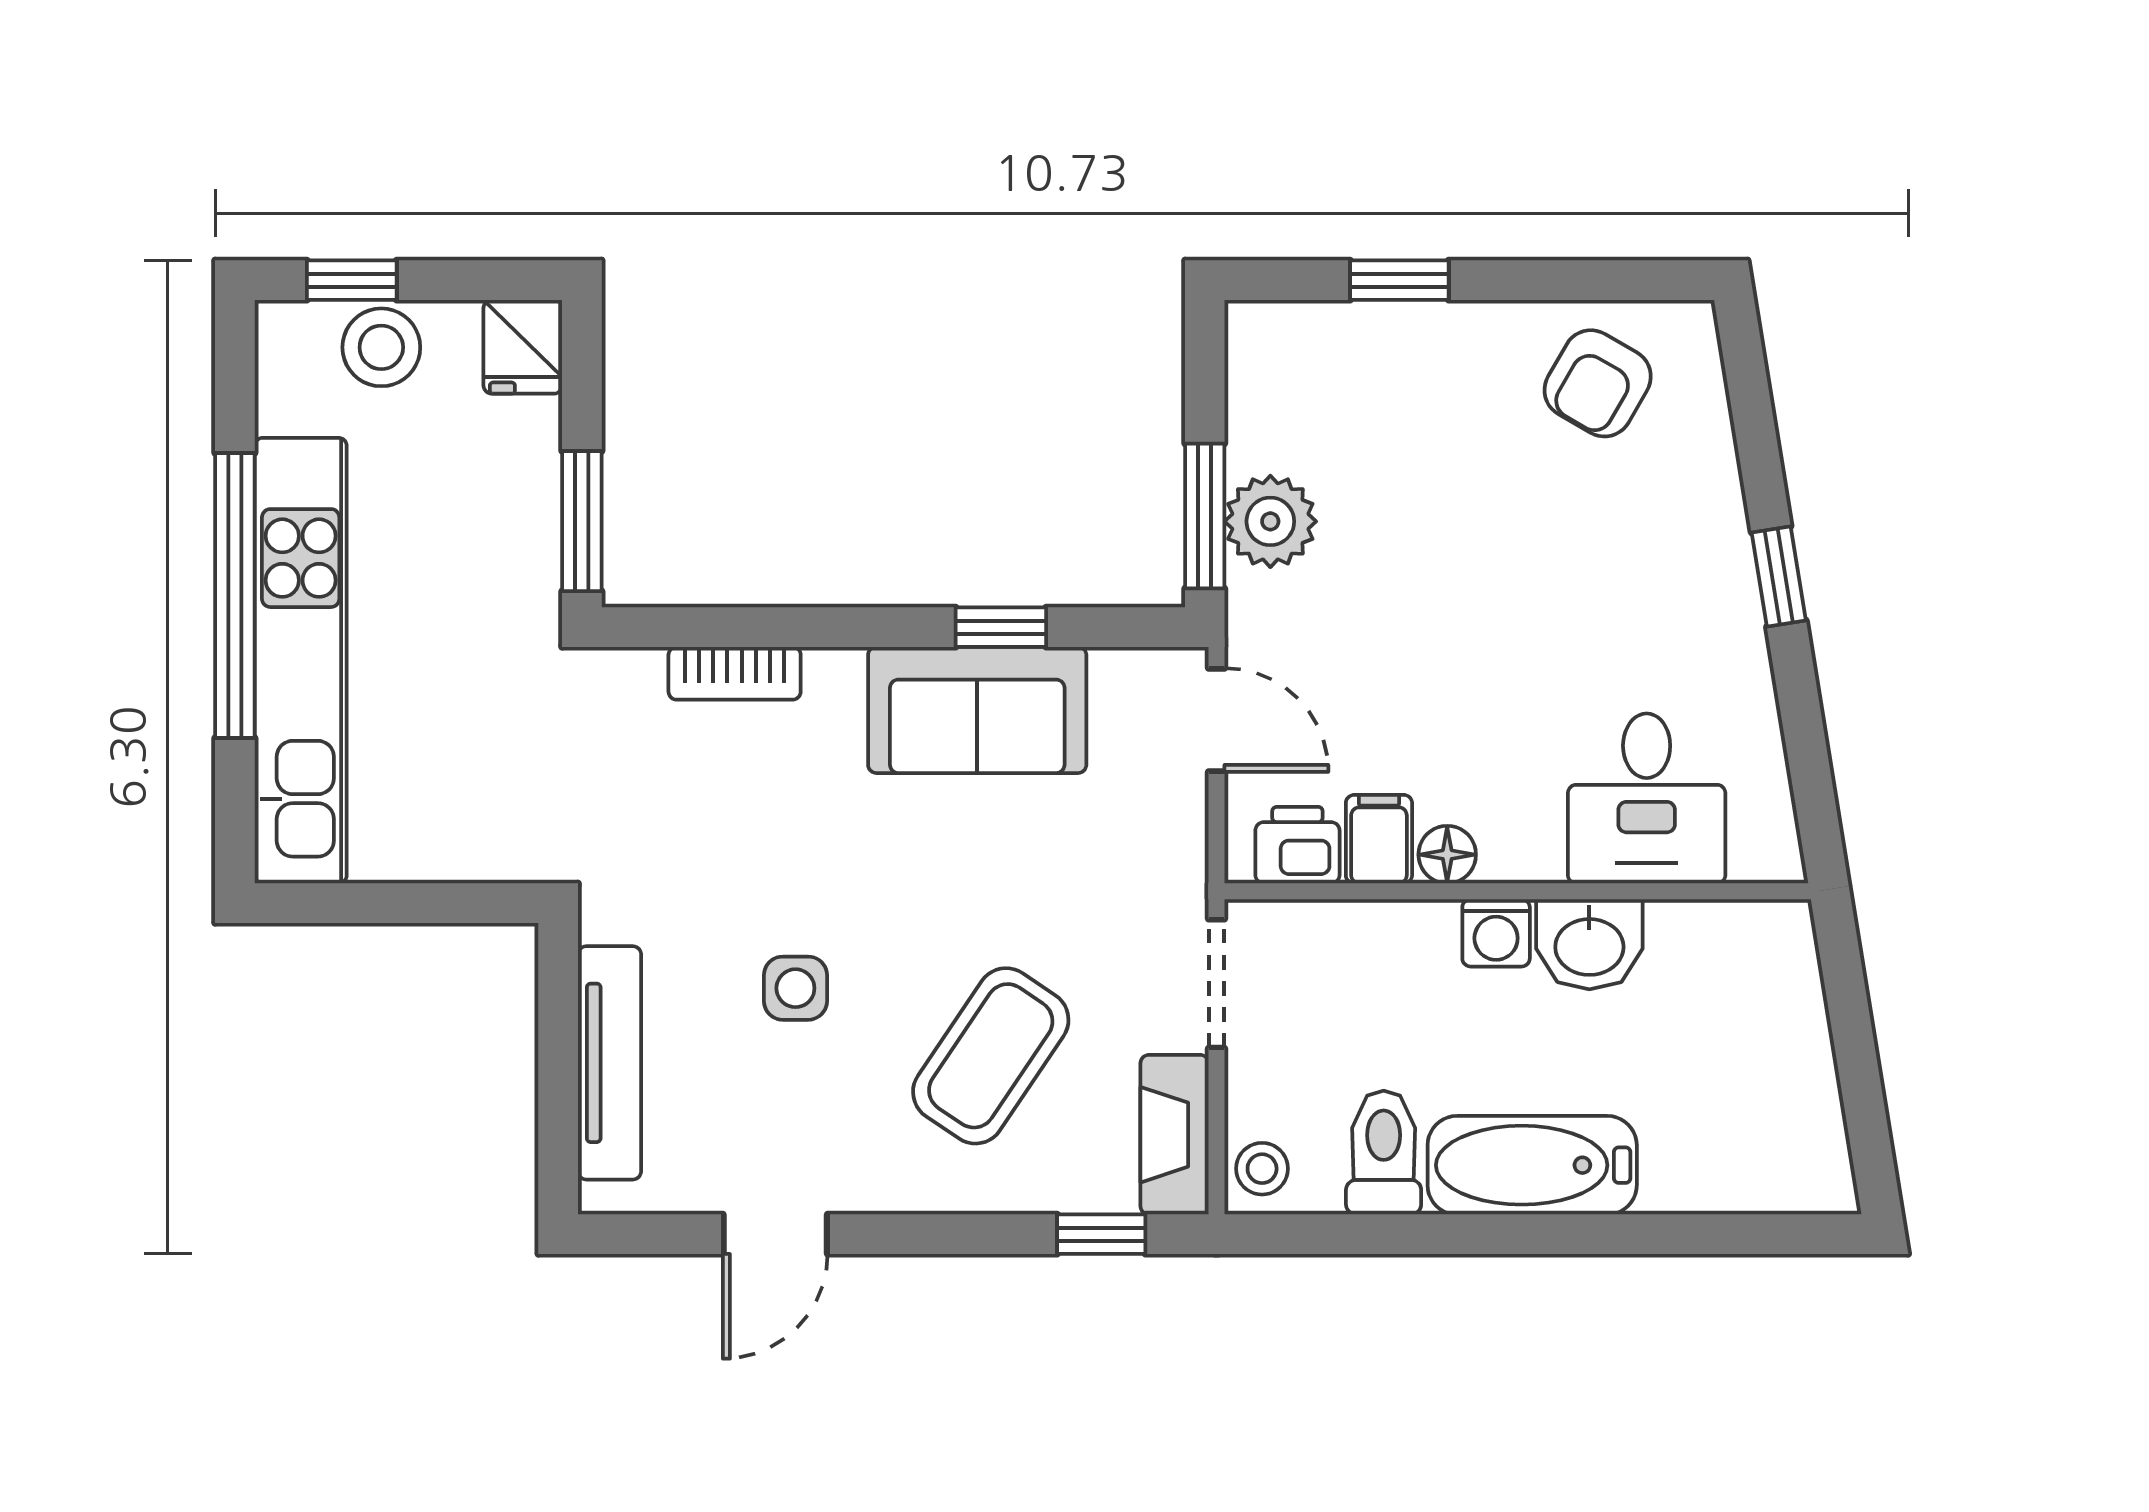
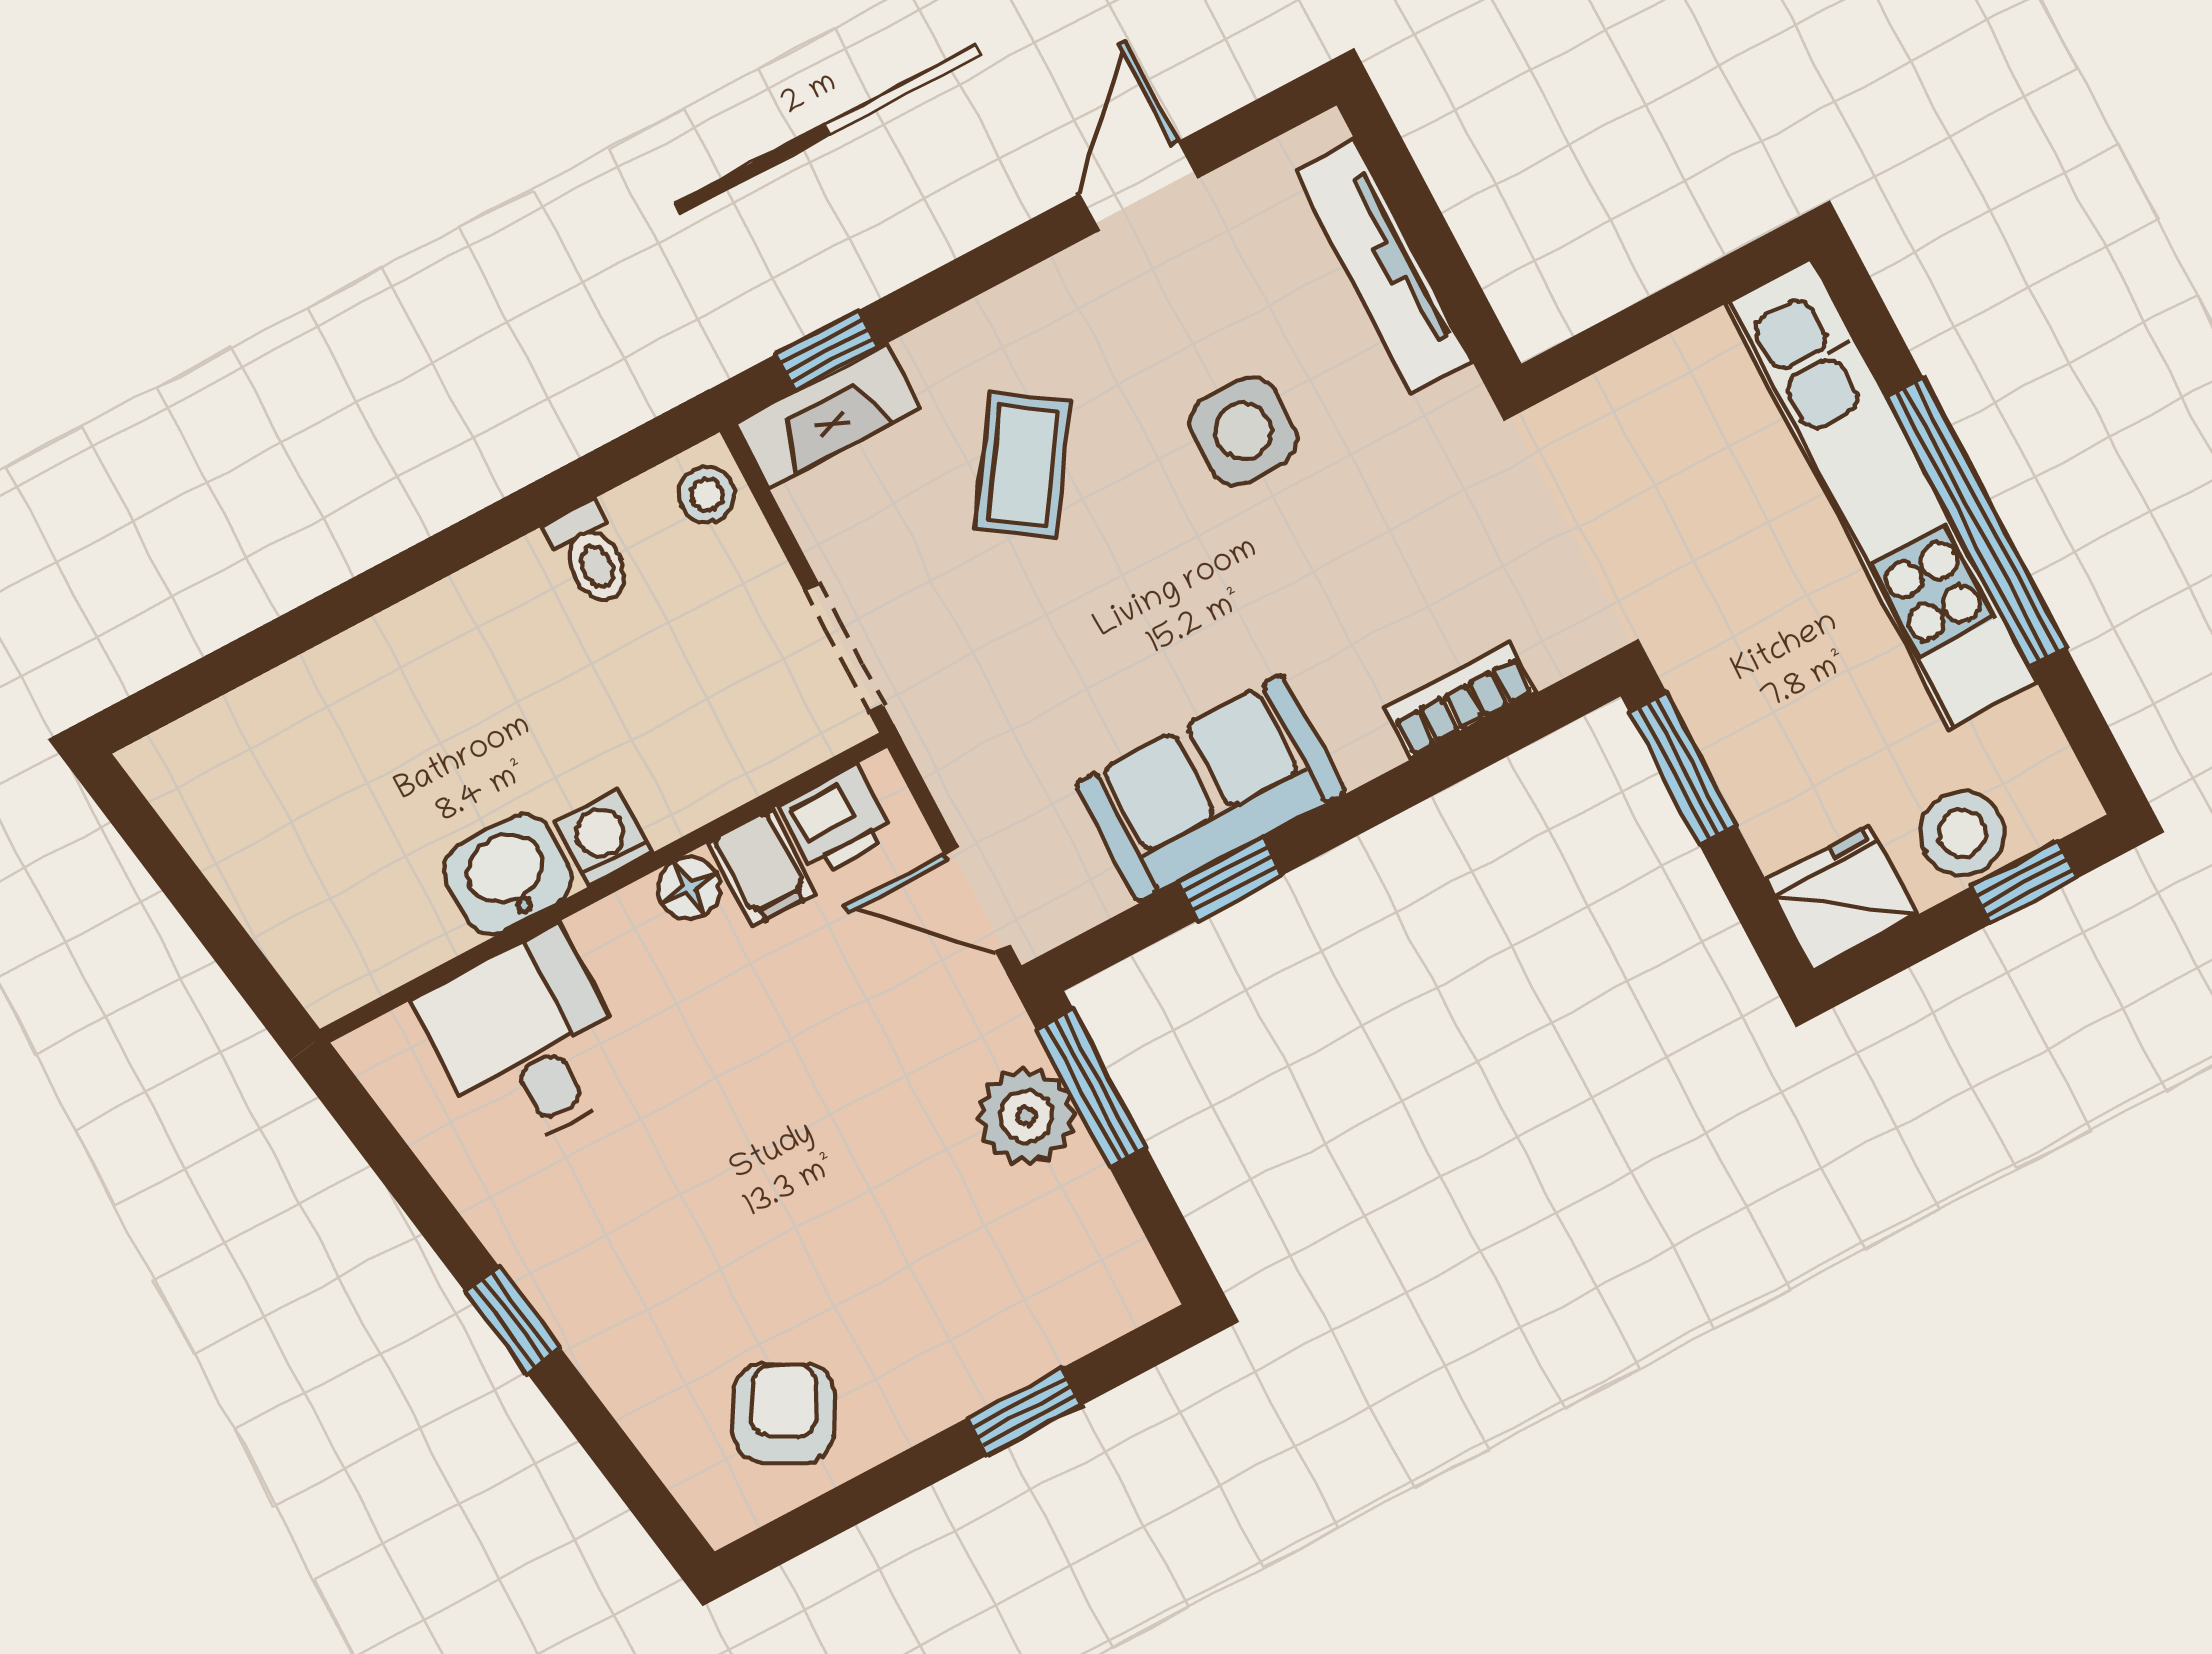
fridge: (523, 347) -> (1842, 898), width x1.38
side table: (795, 988) -> (1243, 431), width x1.37, depth x1.37
coffee table: (991, 1056) -> (1023, 465), width x0.73, depth x0.77
fireplace: (1175, 1135) -> (828, 416), moved, turned 90
toilet: (1384, 1153) -> (591, 555), width x0.73, depth x0.72
bathtub: (1532, 1165) -> (451, 634), removed

